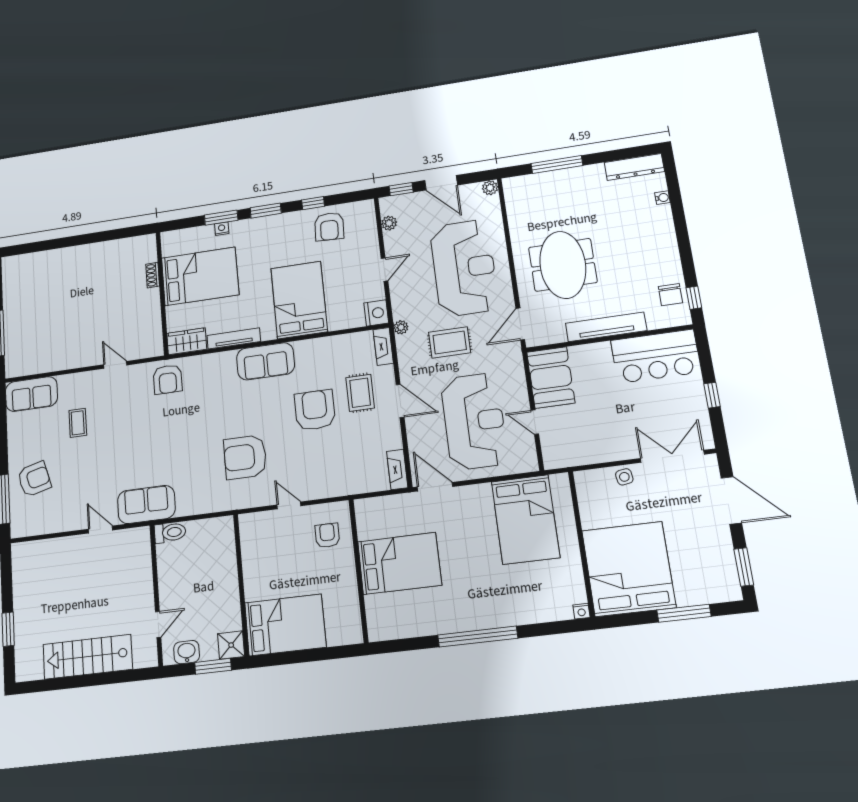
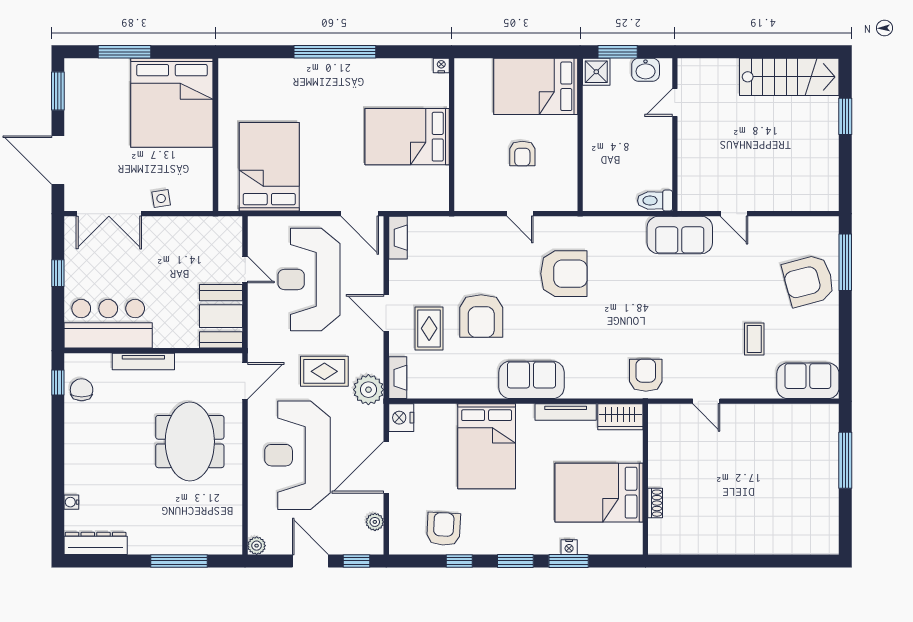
door: (385, 270) -> (386, 467), width x1.88
plant: (401, 327) -> (368, 390), width x1.87, depth x1.87
tv unit: (606, 327) -> (143, 362), width x0.73, depth x0.78
armchair: (34, 479) -> (809, 281), width x1.36, depth x1.36
armchair: (327, 535) -> (522, 154), moved
nightstand: (581, 611) -> (441, 65), moved
stairs: (88, 657) -> (789, 77), moved

